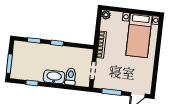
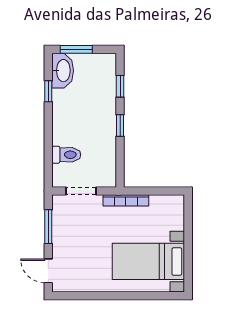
plant: (106, 15) -> (177, 202), removed
washbasin: (54, 77) -> (63, 71), moved

